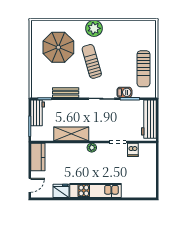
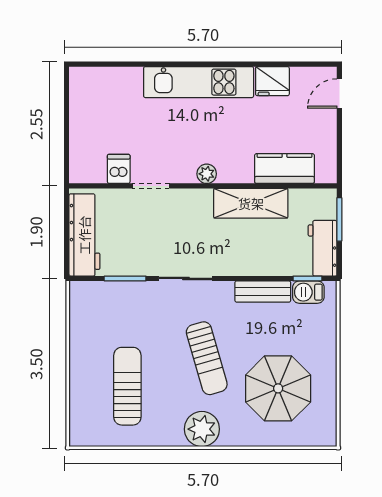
sun lounger: (144, 69) -> (127, 386), moved
barbecue: (124, 92) -> (308, 292), moved
kitchen counter: (38, 157) -> (285, 169), moved, turned 90

